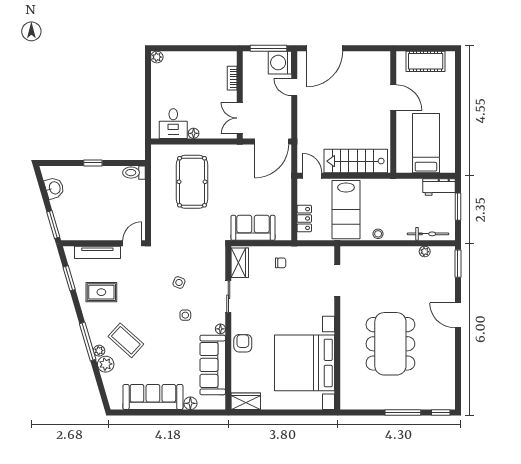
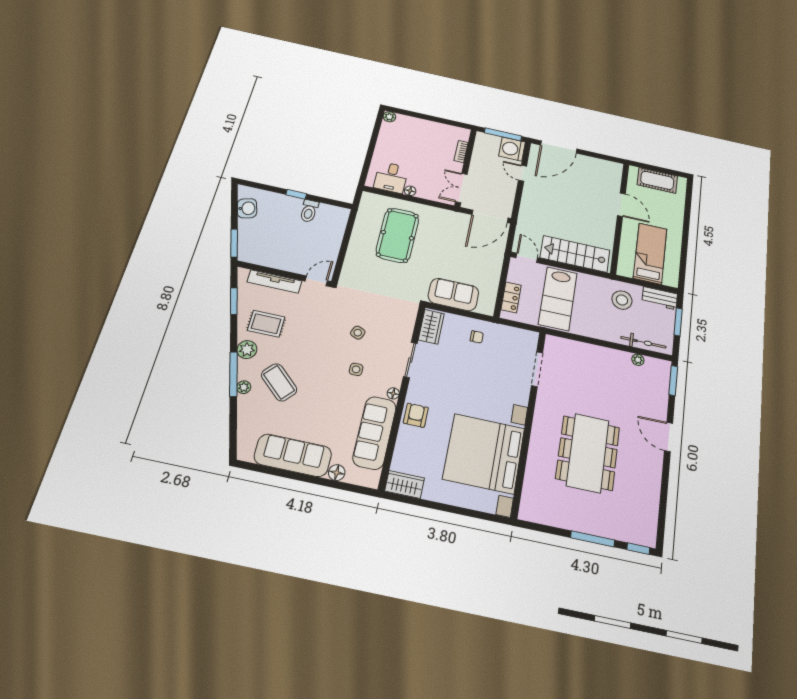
toilet: (134, 173) -> (309, 211), moved, turned -90
stool: (378, 234) -> (622, 300), moved, width x1.89, depth x1.89
plant: (106, 364) -> (247, 350), moved

